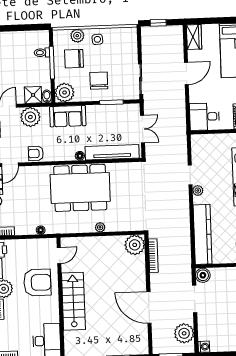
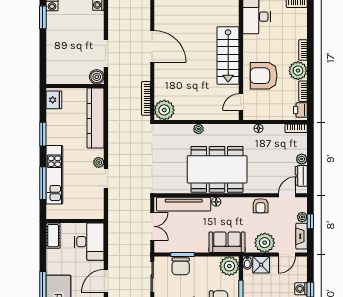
chair: (99, 81) -> (181, 266), moved
desk: (204, 117) -> (89, 242), width x1.37
double door: (142, 129) -> (152, 226), swing flipped
armchair: (36, 153) -> (261, 206), turned 90
plant: (184, 333) -> (118, 19), removed

